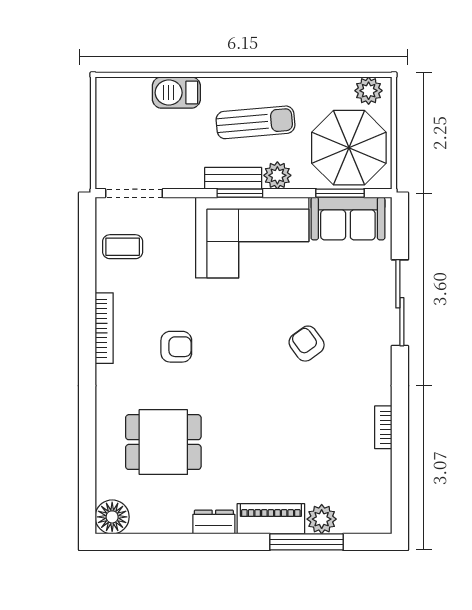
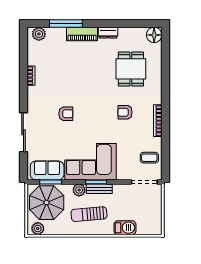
armchair: (307, 344) -> (66, 114), turned -54
dining table: (163, 442) -> (131, 69), turned 90
plant: (322, 519) -> (39, 34), moved

